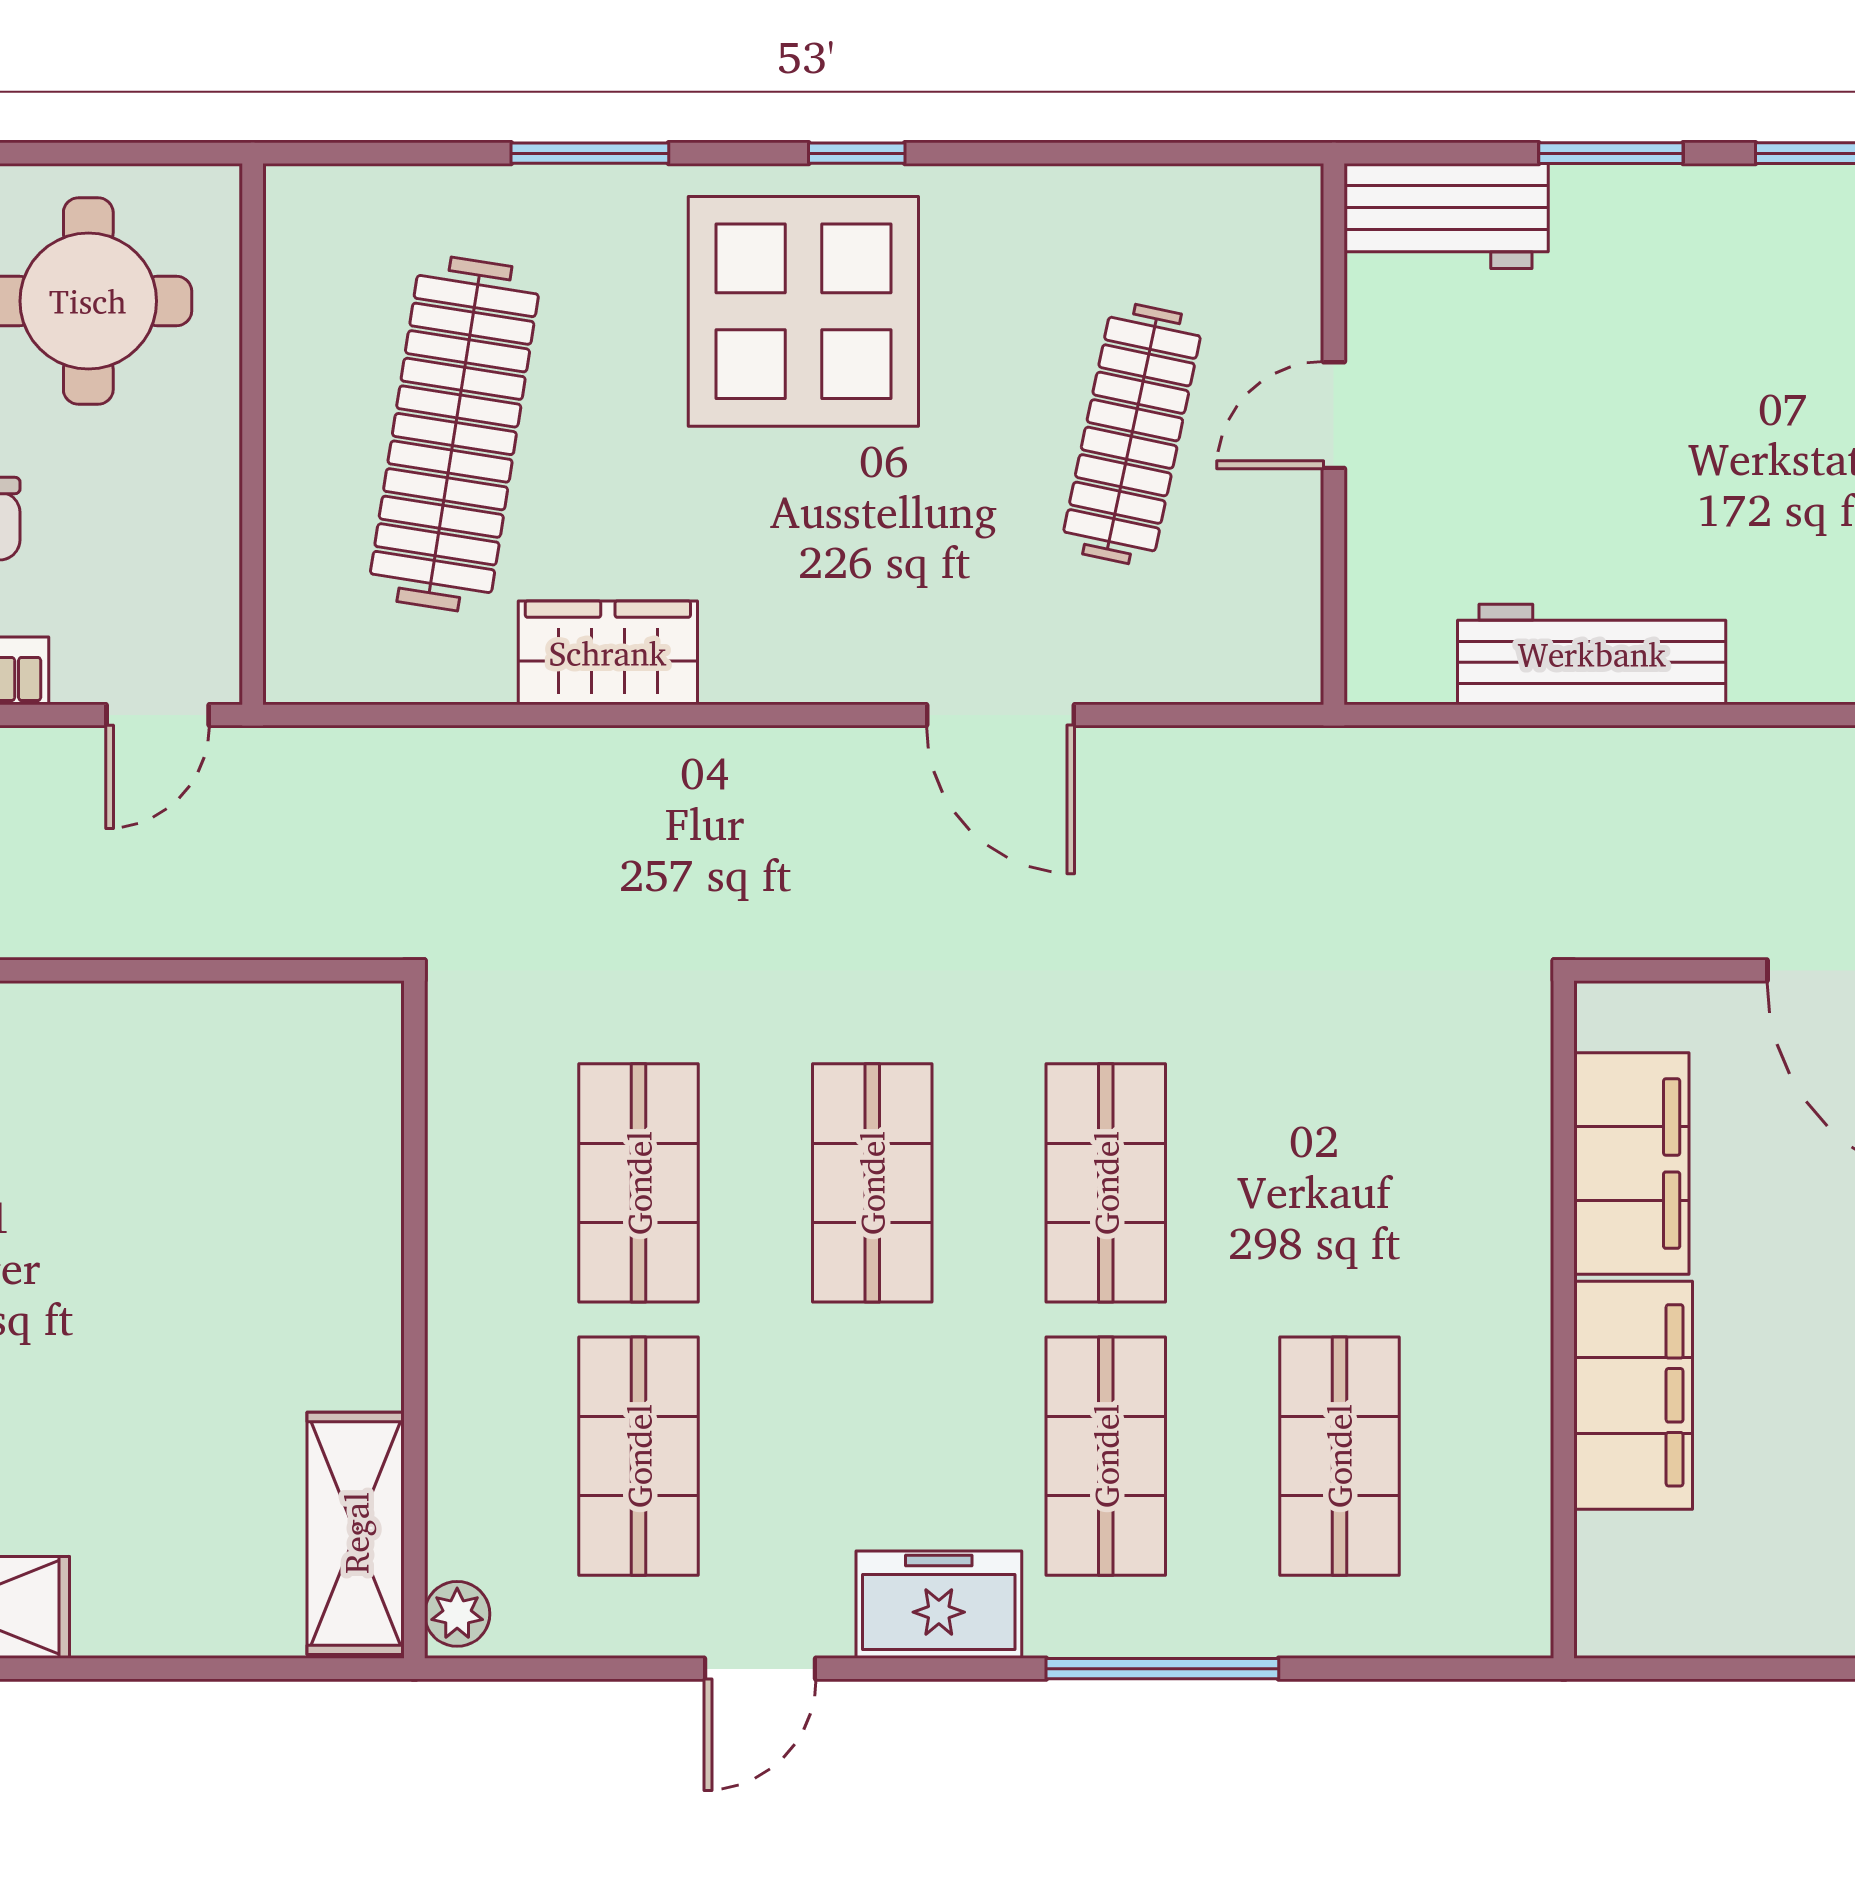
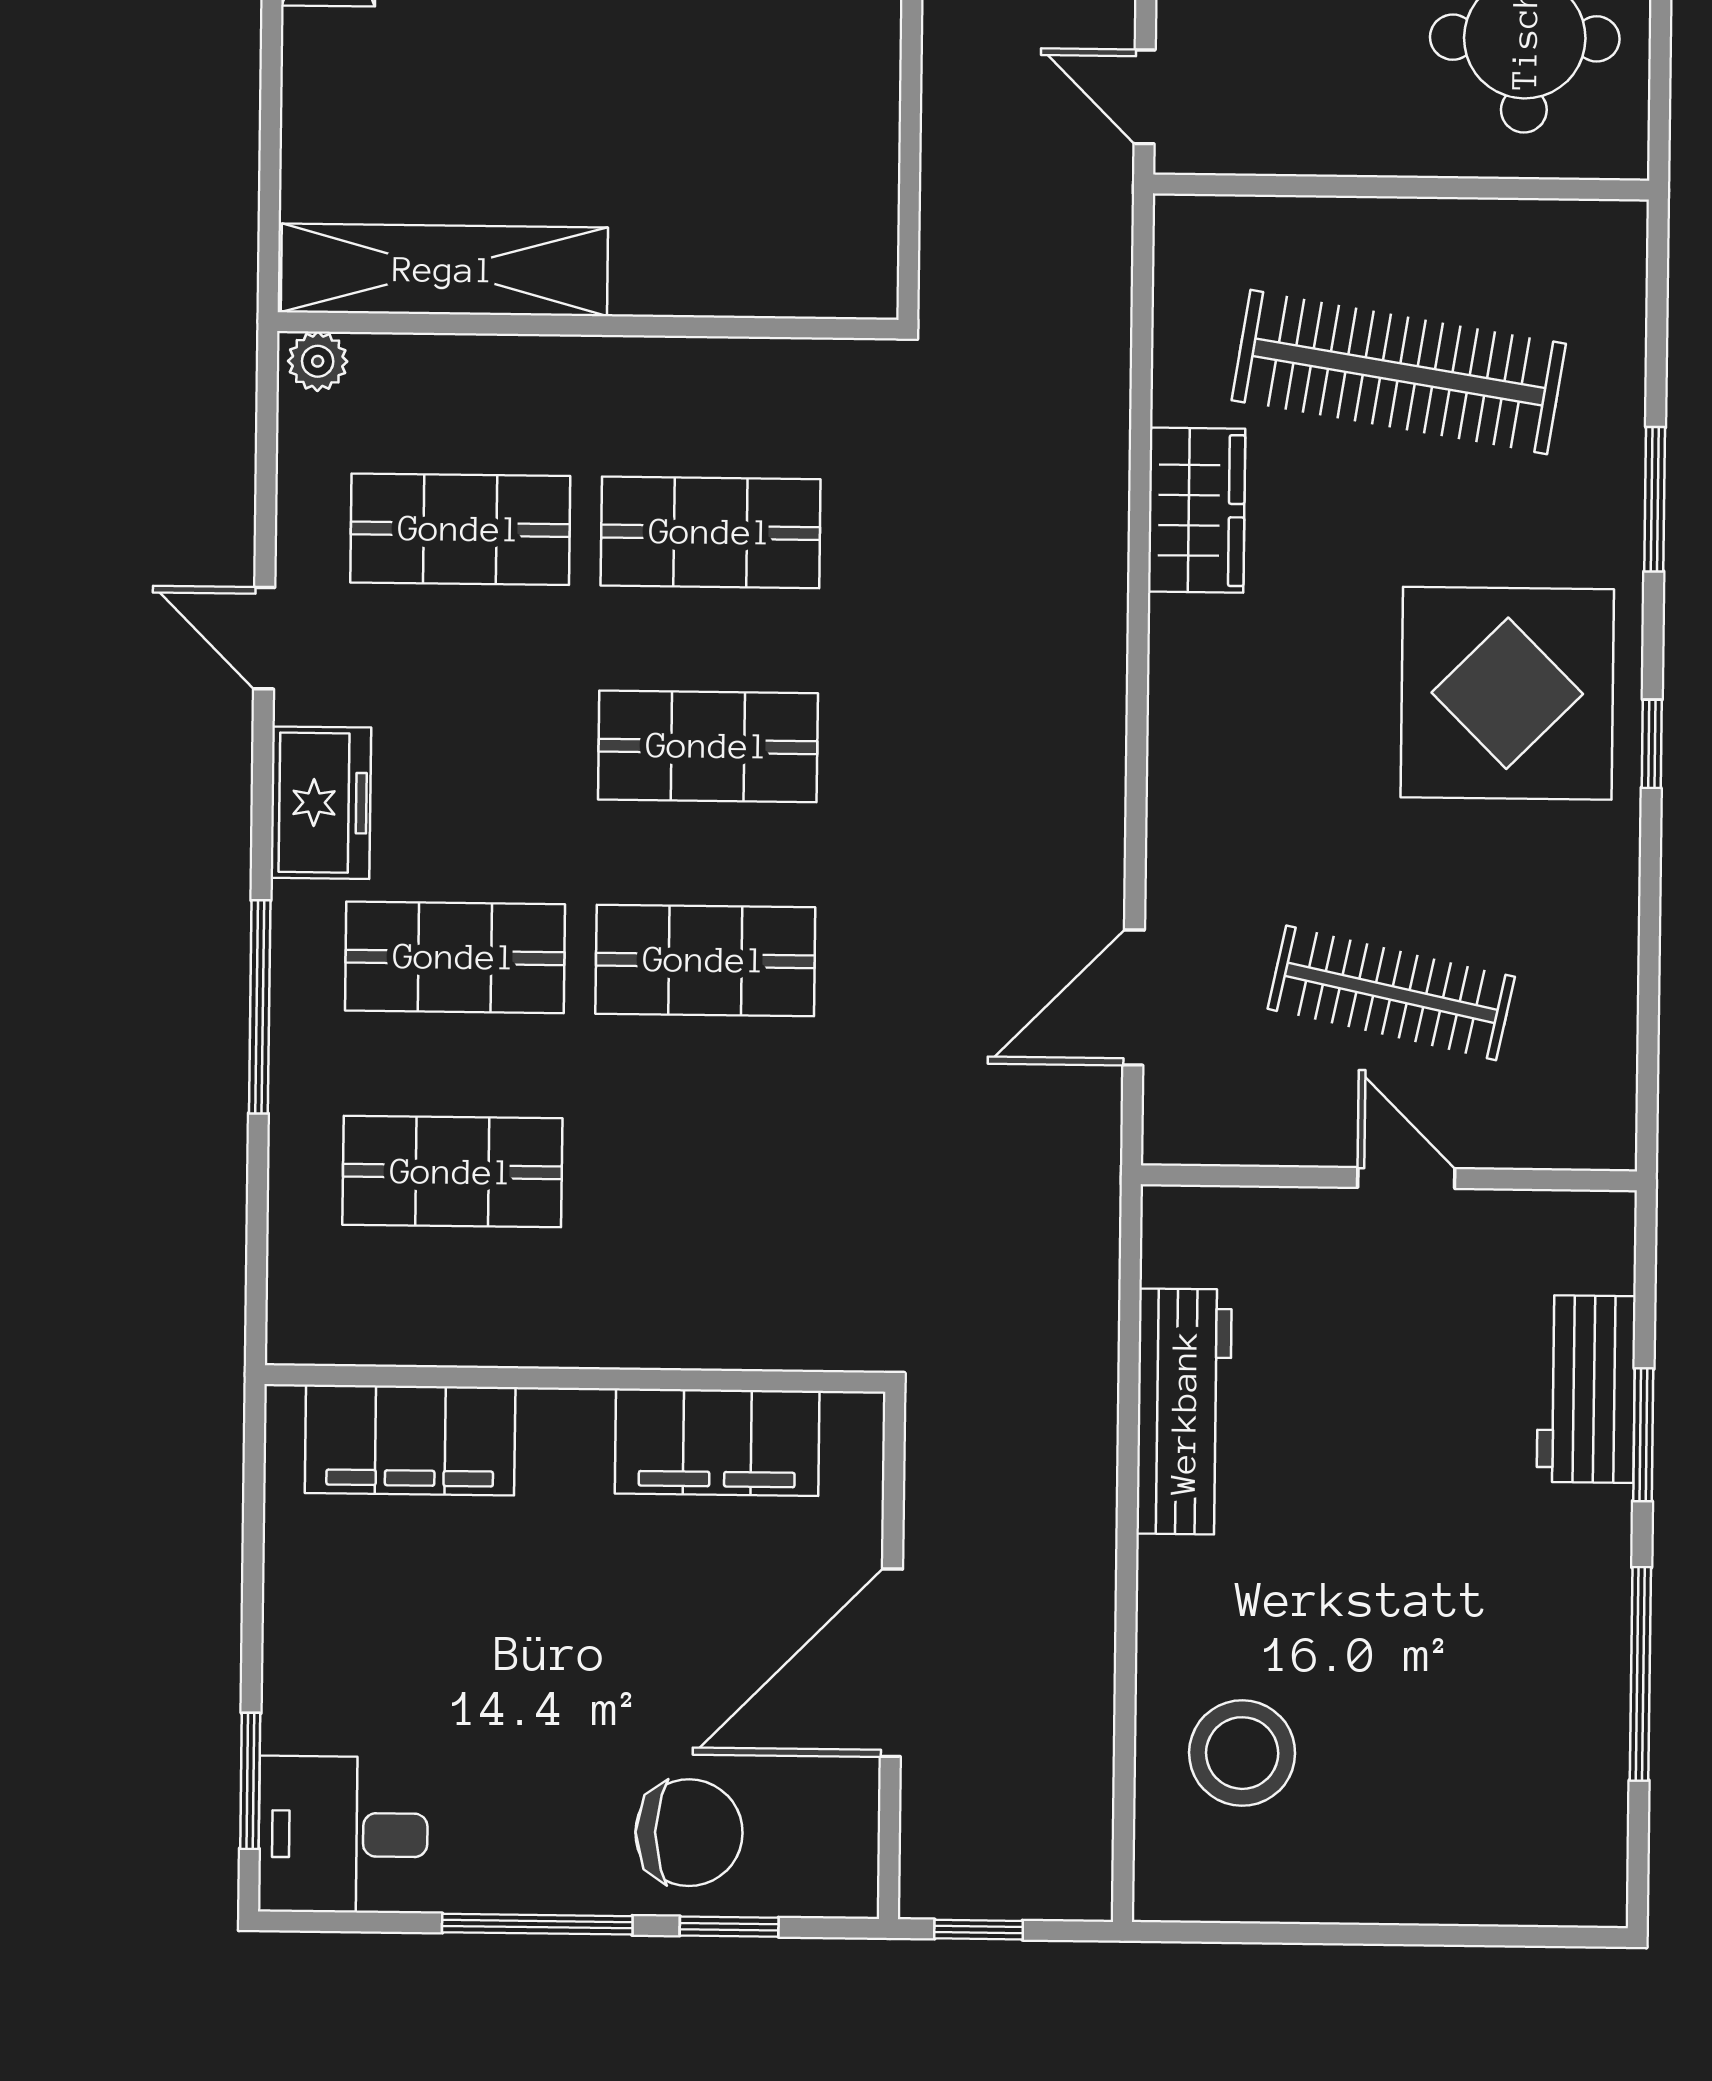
workbench: (1446, 216) -> (1586, 1389), moved
door: (1000, 715) -> (1134, 998), moved
filing cabinet: (1633, 1395) -> (410, 1440), moved
shelving: (356, 1533) -> (444, 270), width x1.47

